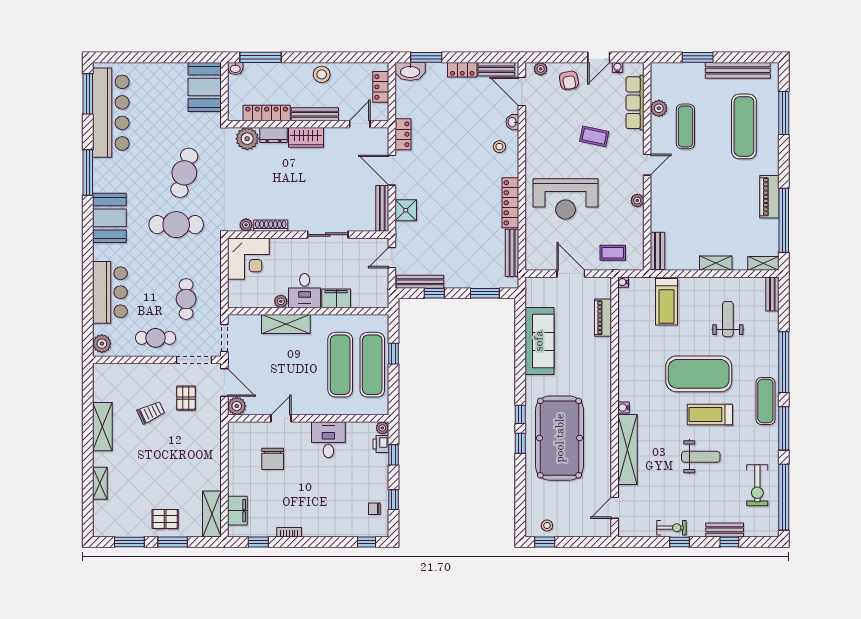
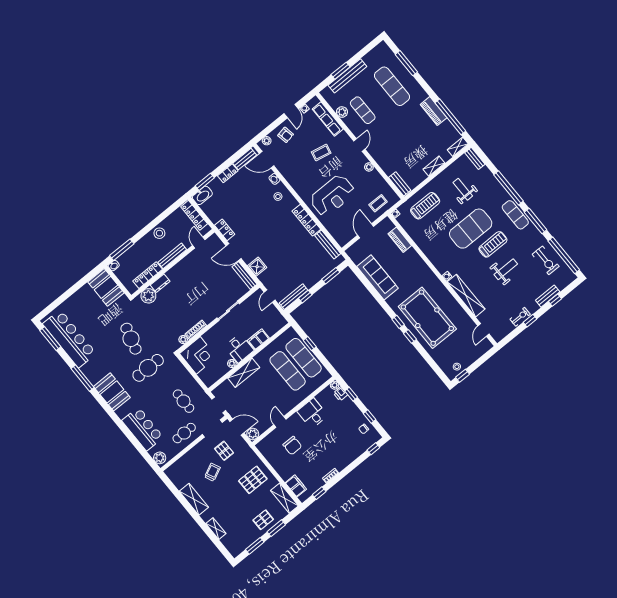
bench: (738, 70) -> (347, 76), moved
locker: (381, 87) -> (194, 215), width x1.53
wardrobe: (306, 137) -> (177, 271), removed
door: (571, 274) -> (366, 231), hinge flipped
treadmill: (667, 302) -> (425, 206), turned -90
treadmill: (710, 414) -> (493, 244), turned 180
pallet: (192, 461) -> (253, 480), added

